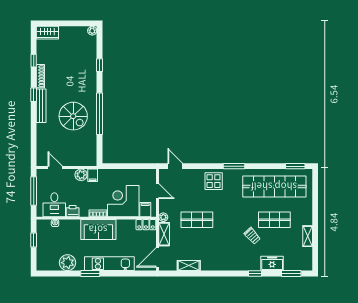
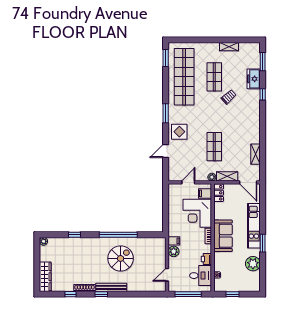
wardrobe: (47, 33) -> (45, 277), width x1.50
door: (175, 166) -> (166, 151), moved

